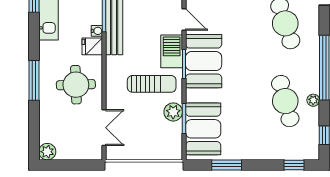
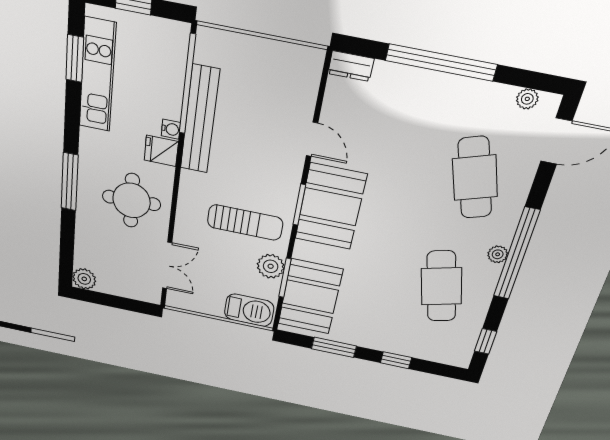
barbecue: (172, 51) -> (249, 310), moved, turned 90
plant: (313, 100) -> (498, 254), moved
window: (294, 165) -> (396, 360), moved

